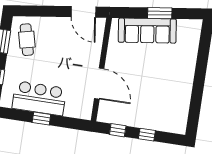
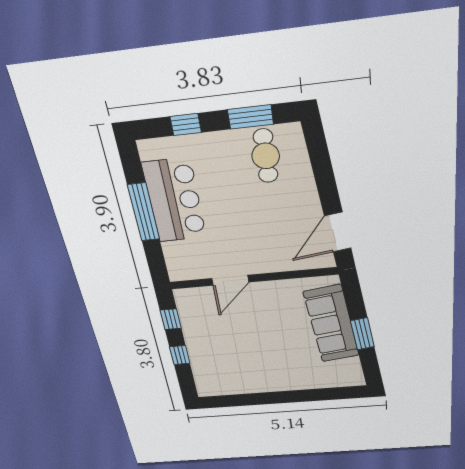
cafe table: (27, 40) -> (266, 156), turned -76
door: (99, 84) -> (230, 280), width x0.73
window: (41, 119) -> (144, 212), width x2.17

